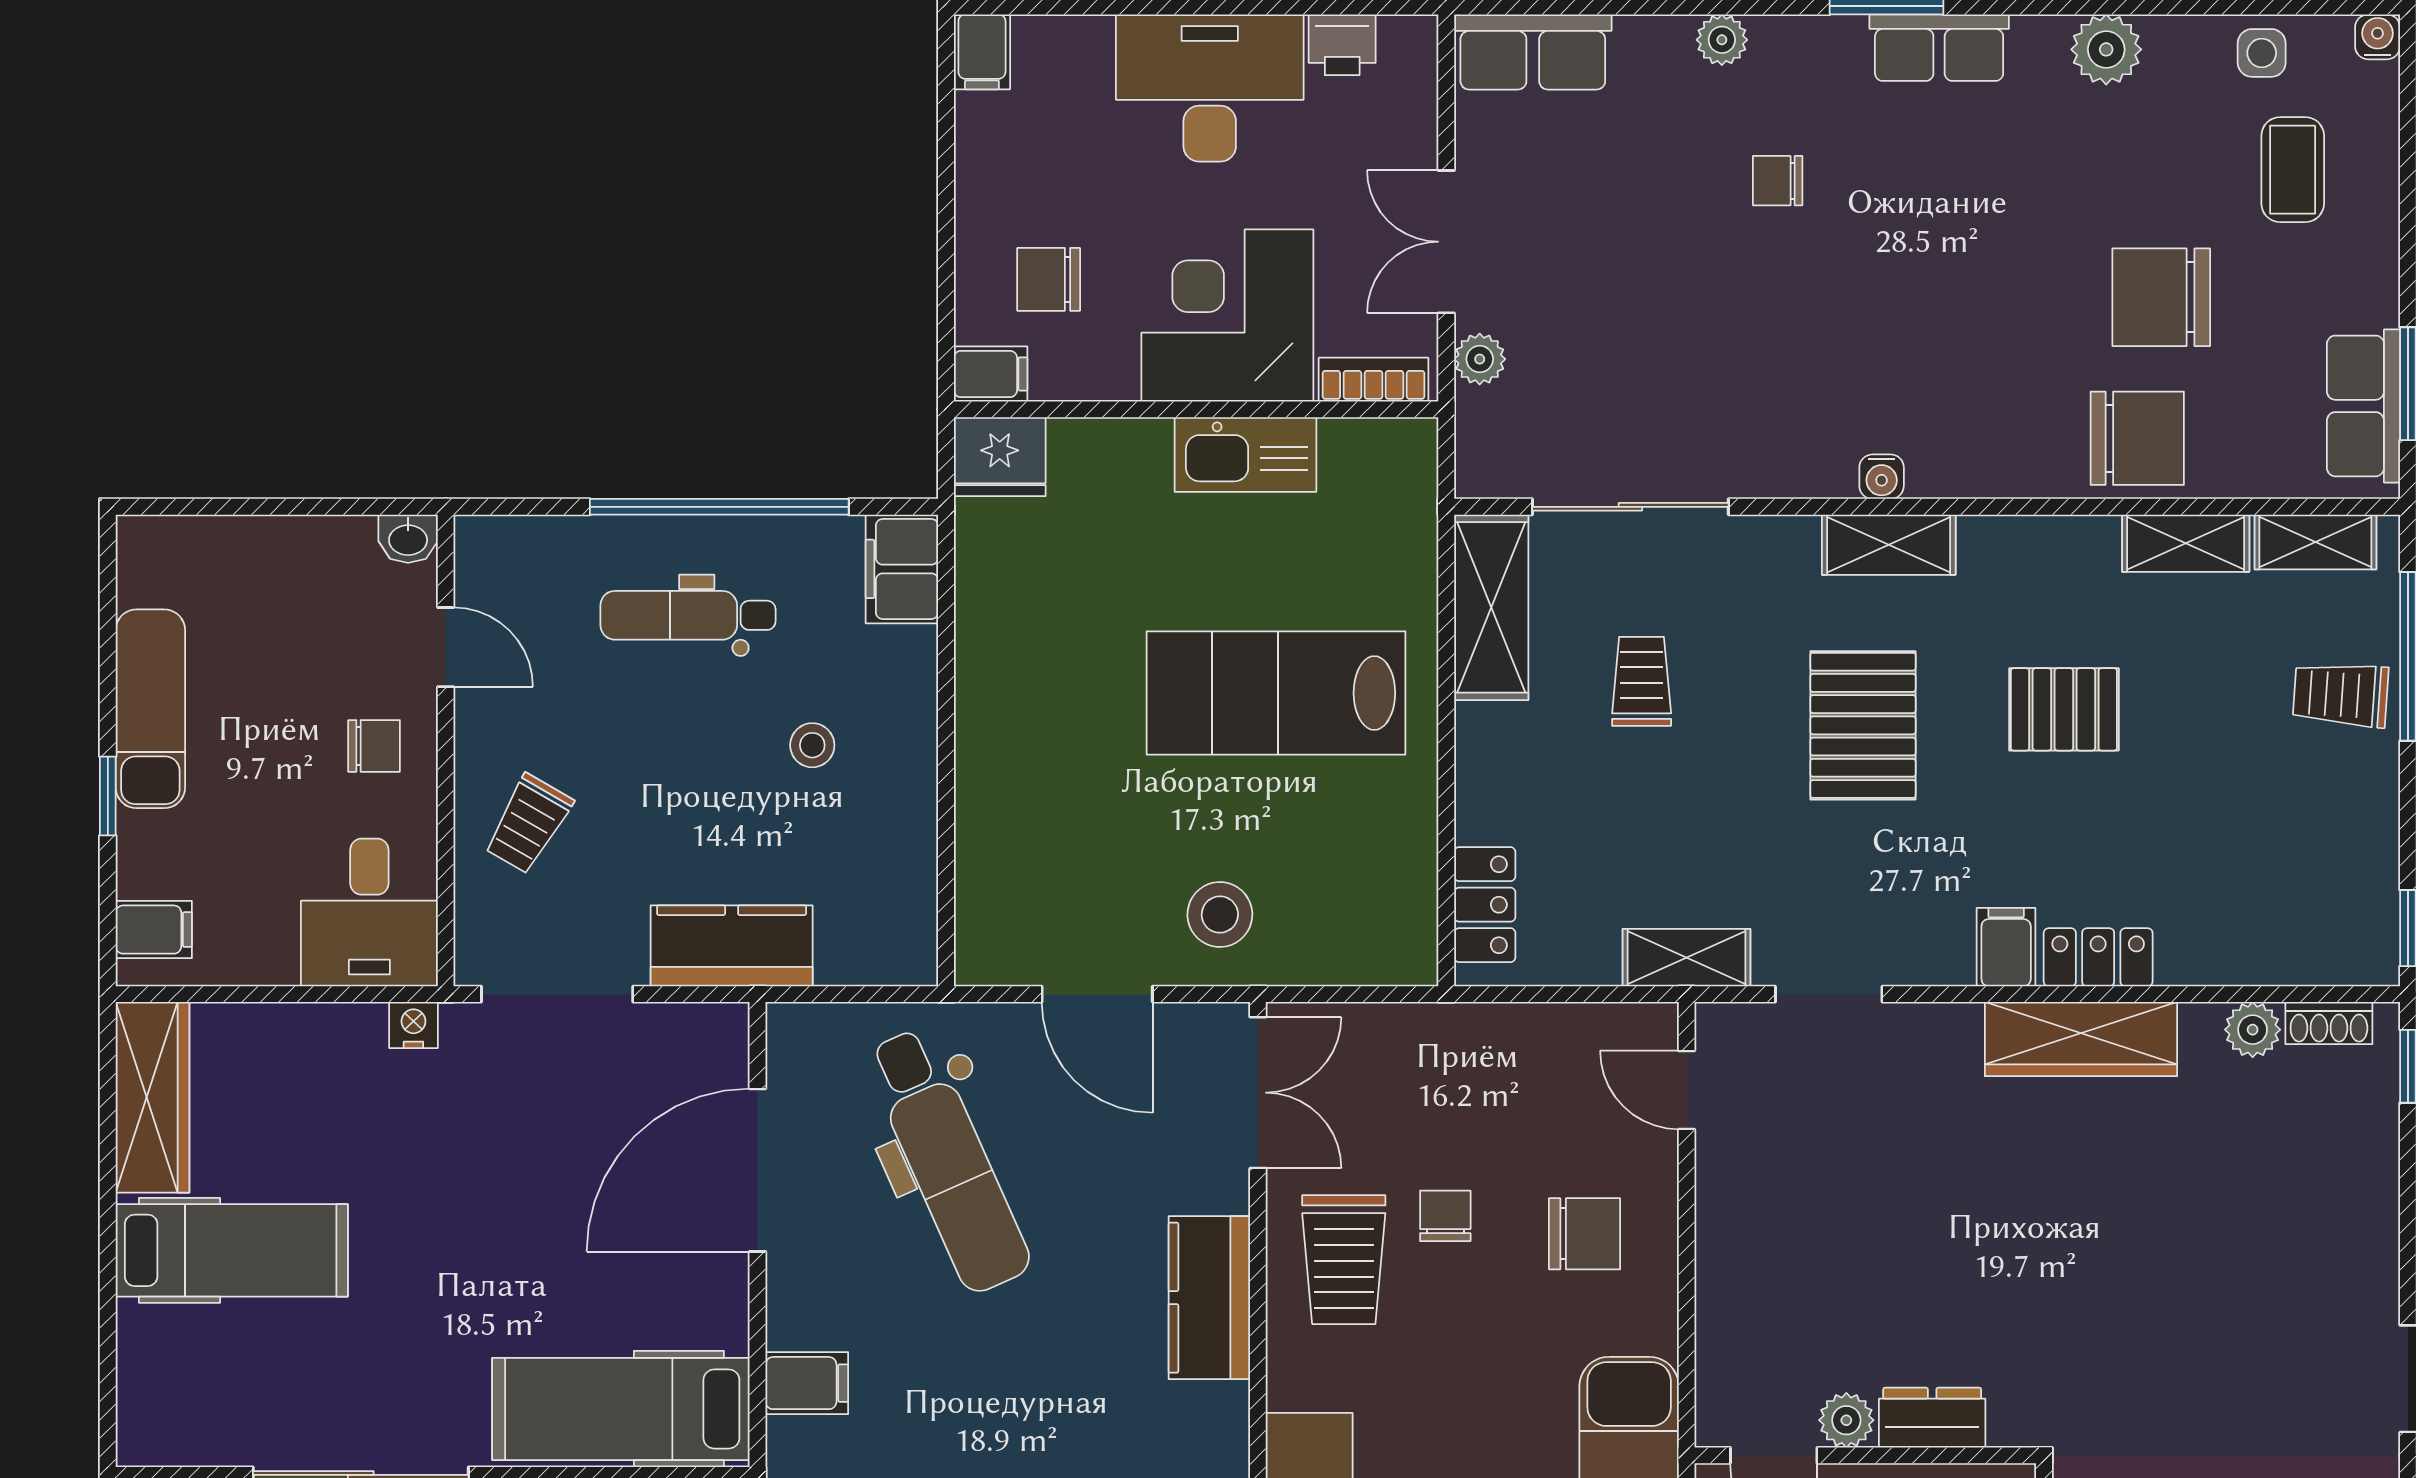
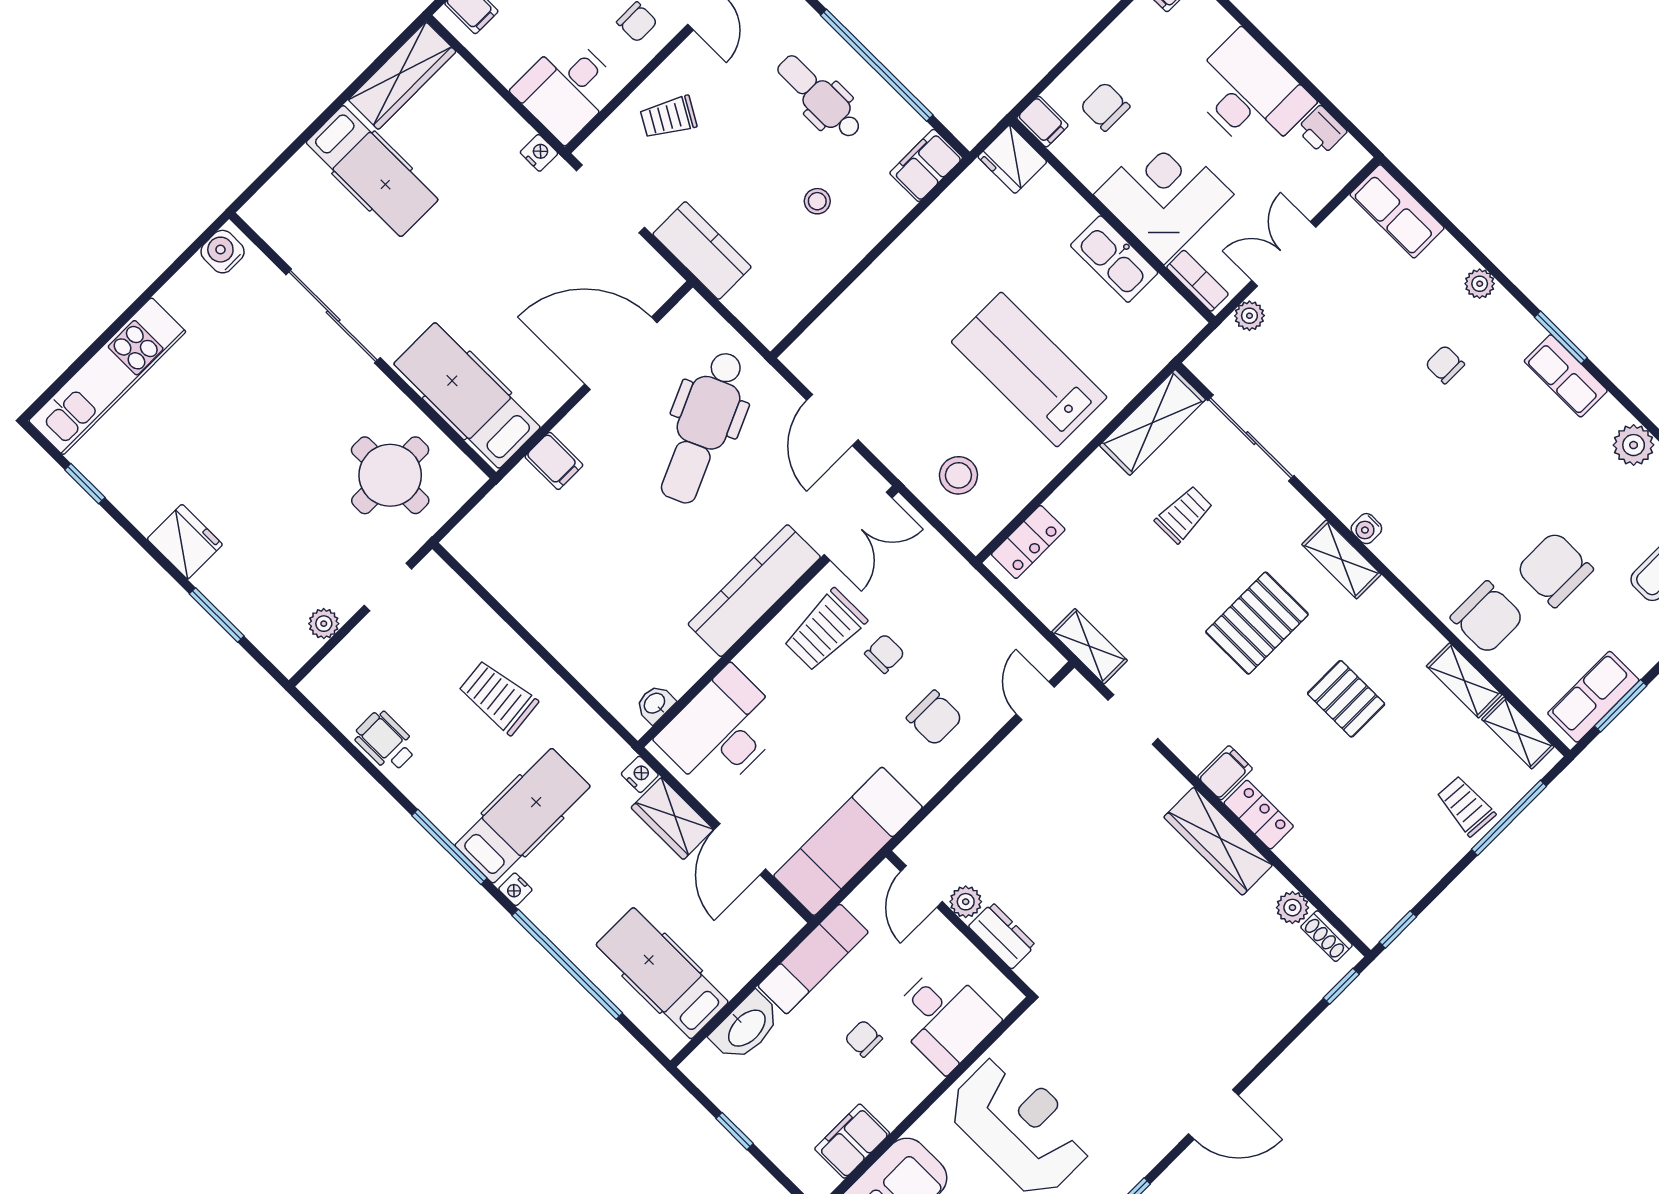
stool: (1220, 915) -> (958, 475), moved
kitchen counter: (1209, 1298) -> (754, 591), width x1.50

